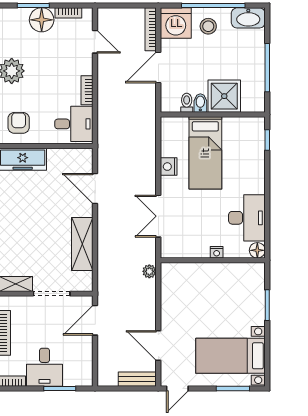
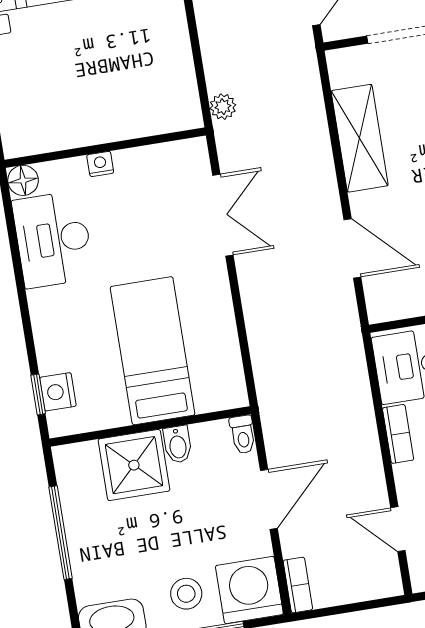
bookcase: (151, 29) -> (298, 585), width x0.64
toilet: (187, 103) -> (243, 435), moved
nightstand: (169, 167) -> (58, 392), moved, turned 180

